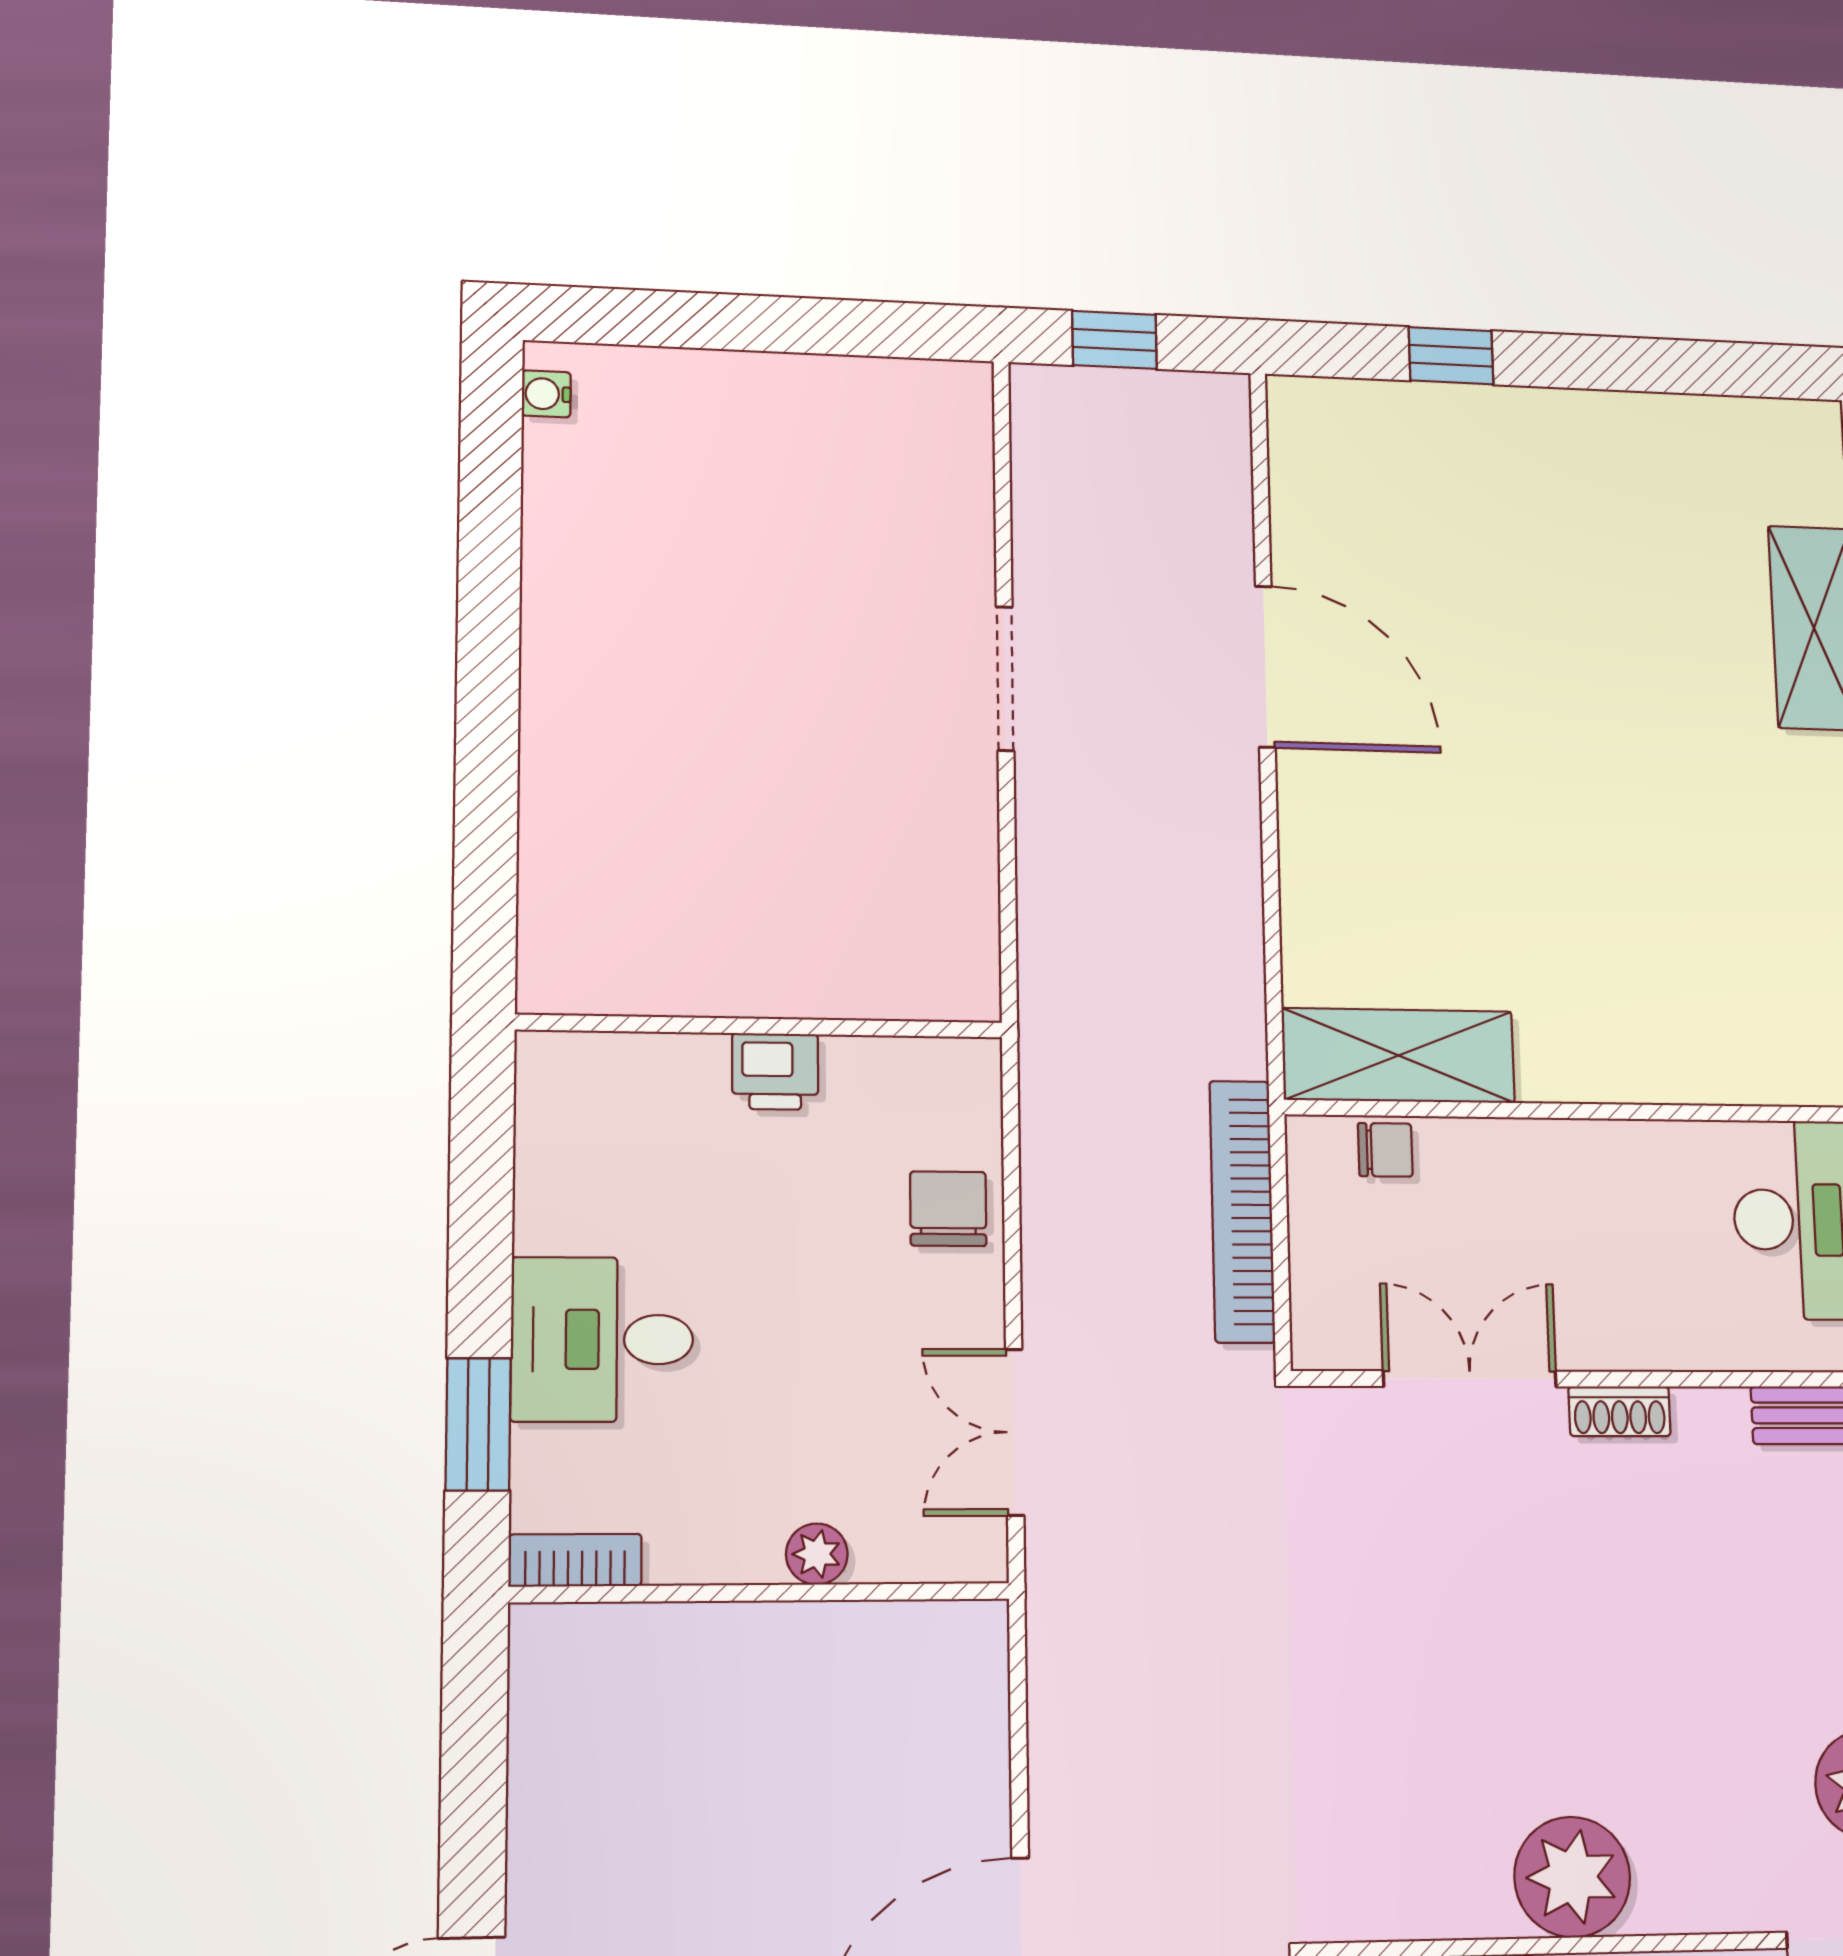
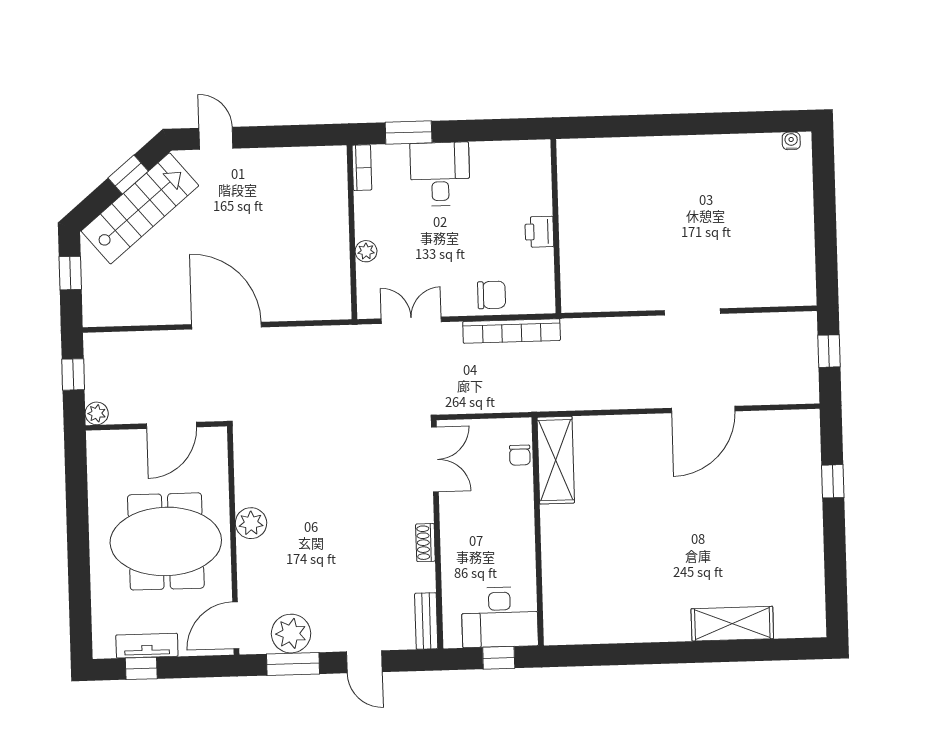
bookcase: (1242, 1211) -> (512, 331), moved, turned 180
double door: (1470, 1379) -> (435, 459), moved
plant: (1572, 1877) -> (251, 523), width x0.73, depth x0.73

